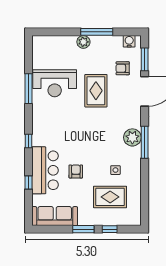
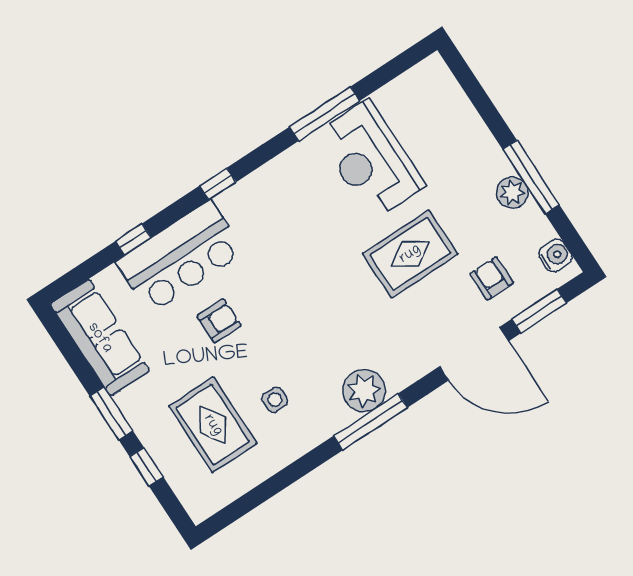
plant: (83, 42) -> (512, 193), moved

